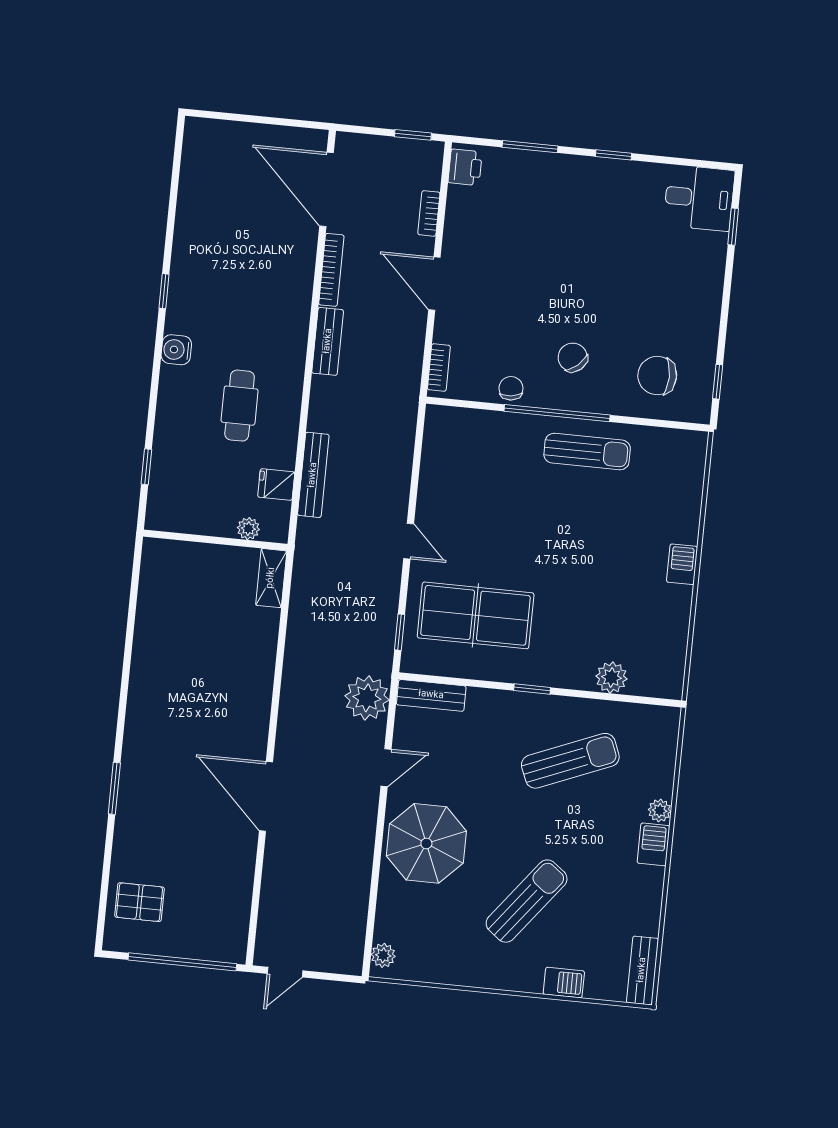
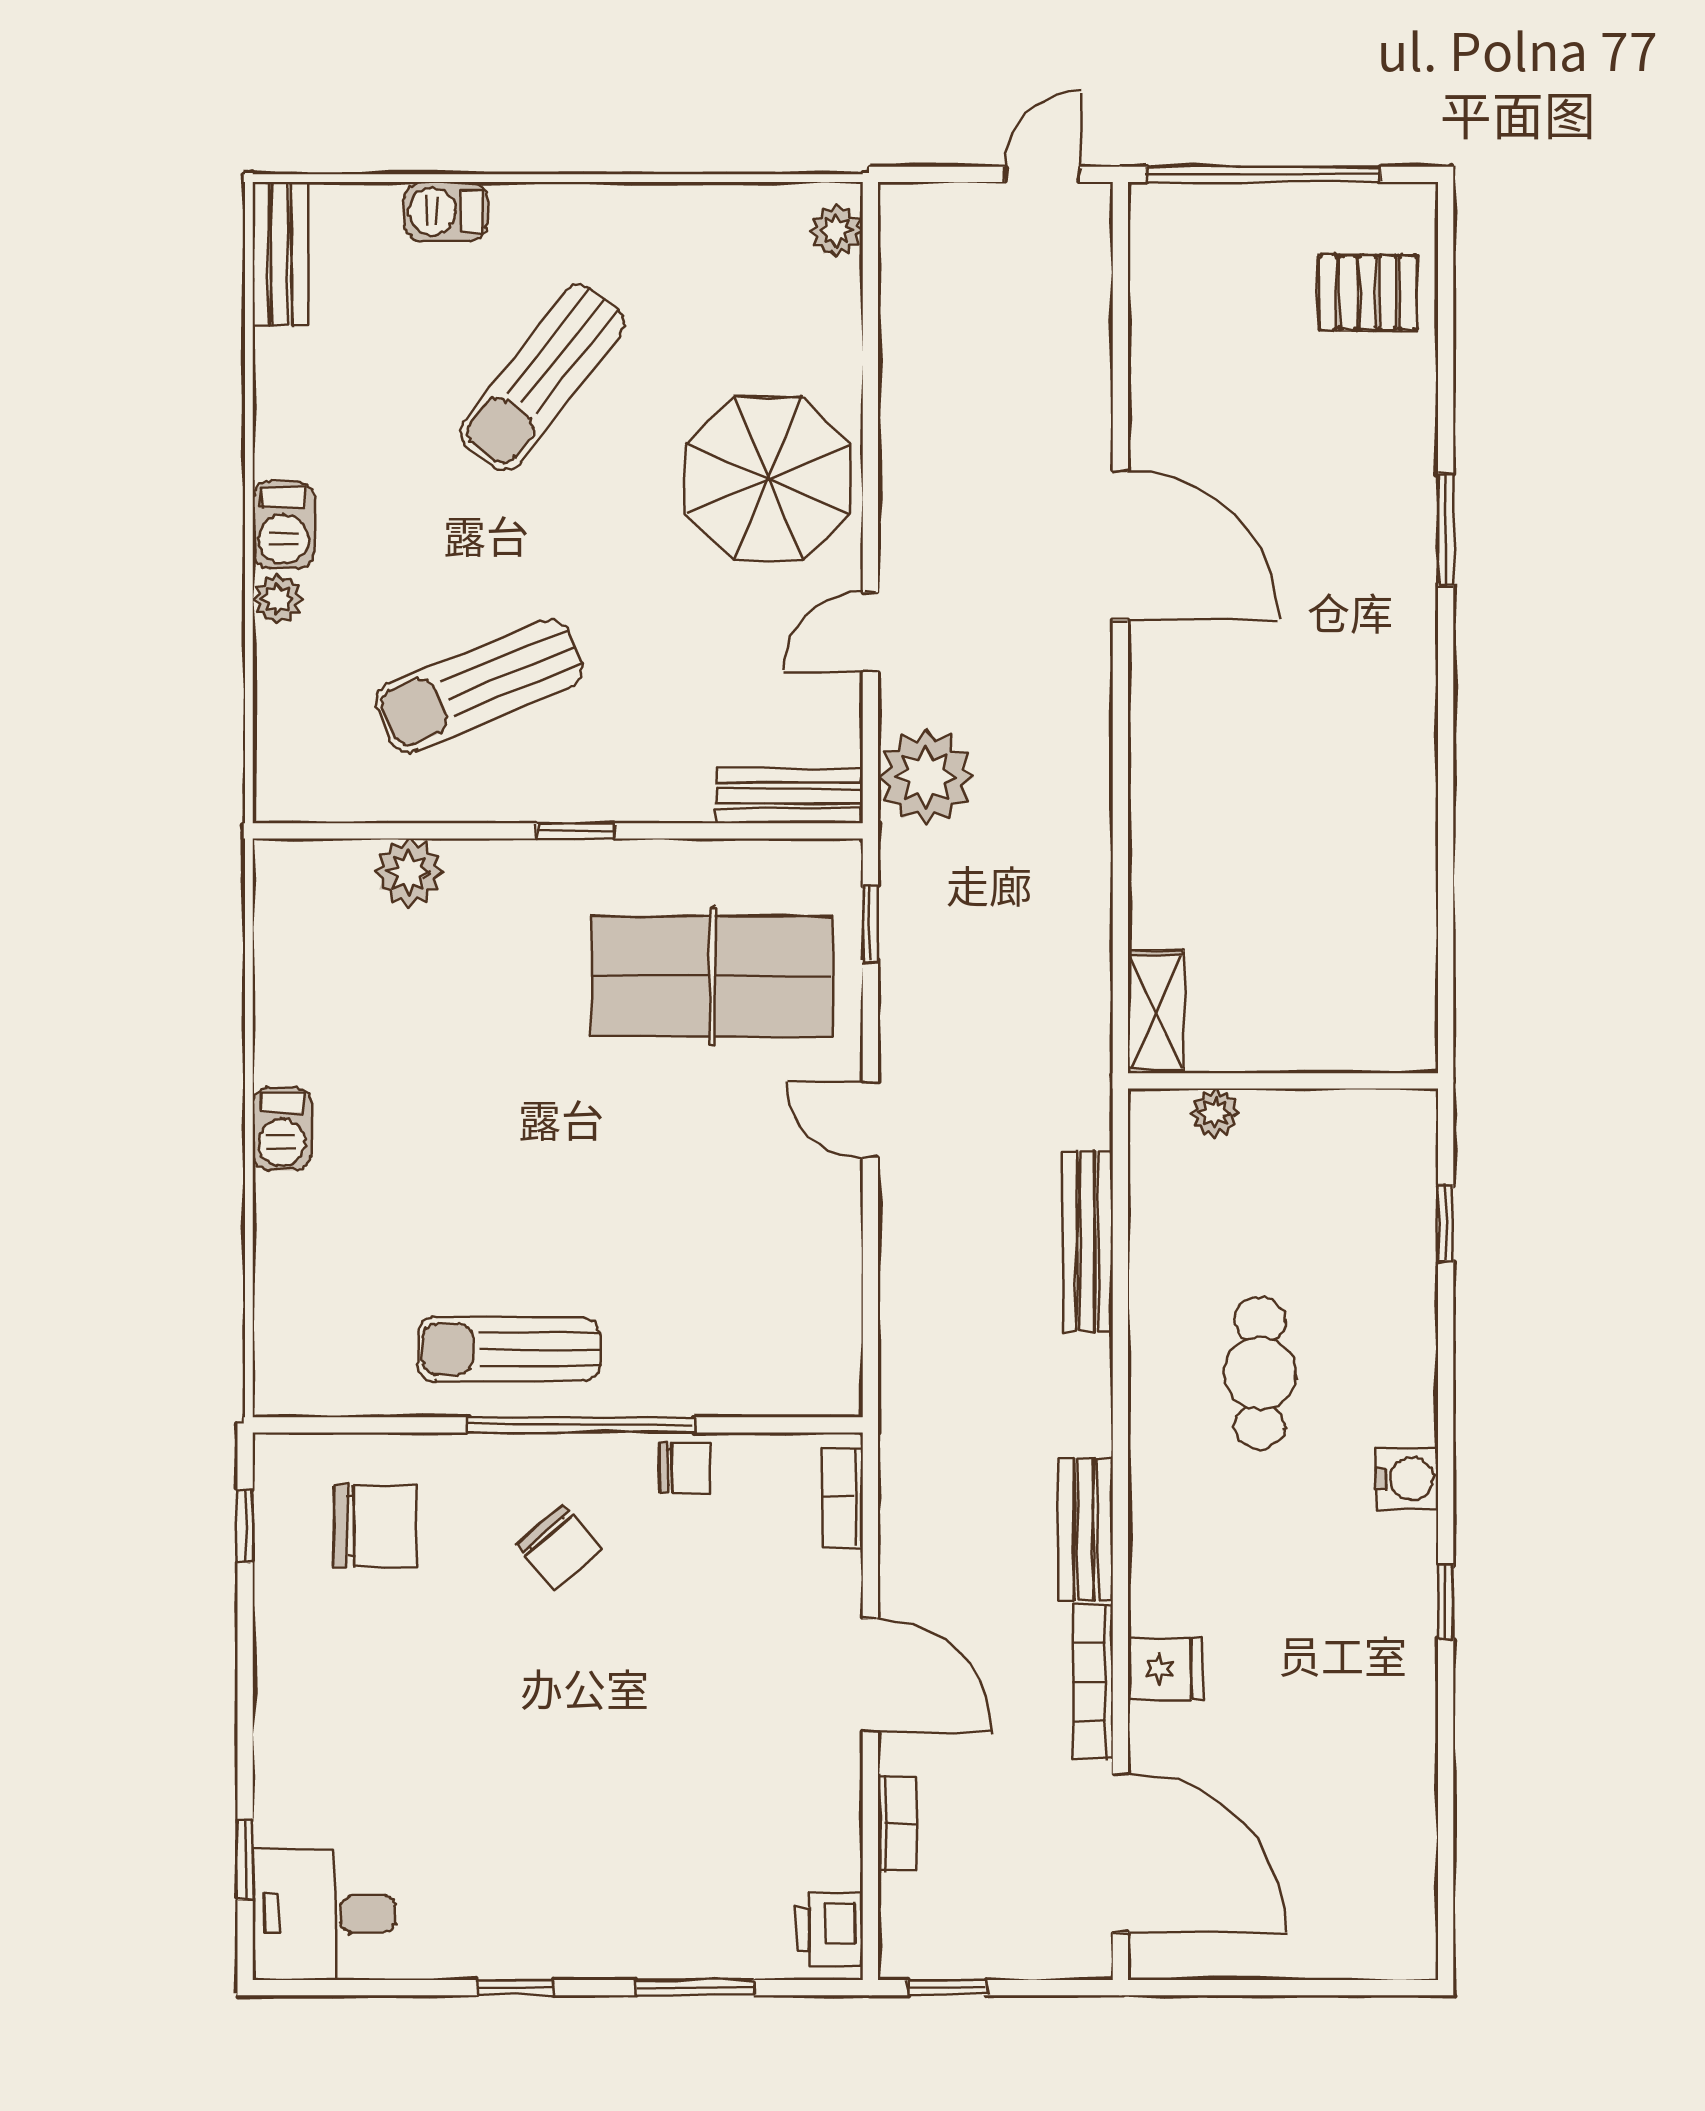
chair: (511, 388) -> (685, 1468), turned -83
fridge: (276, 485) -> (1165, 1669), moved

